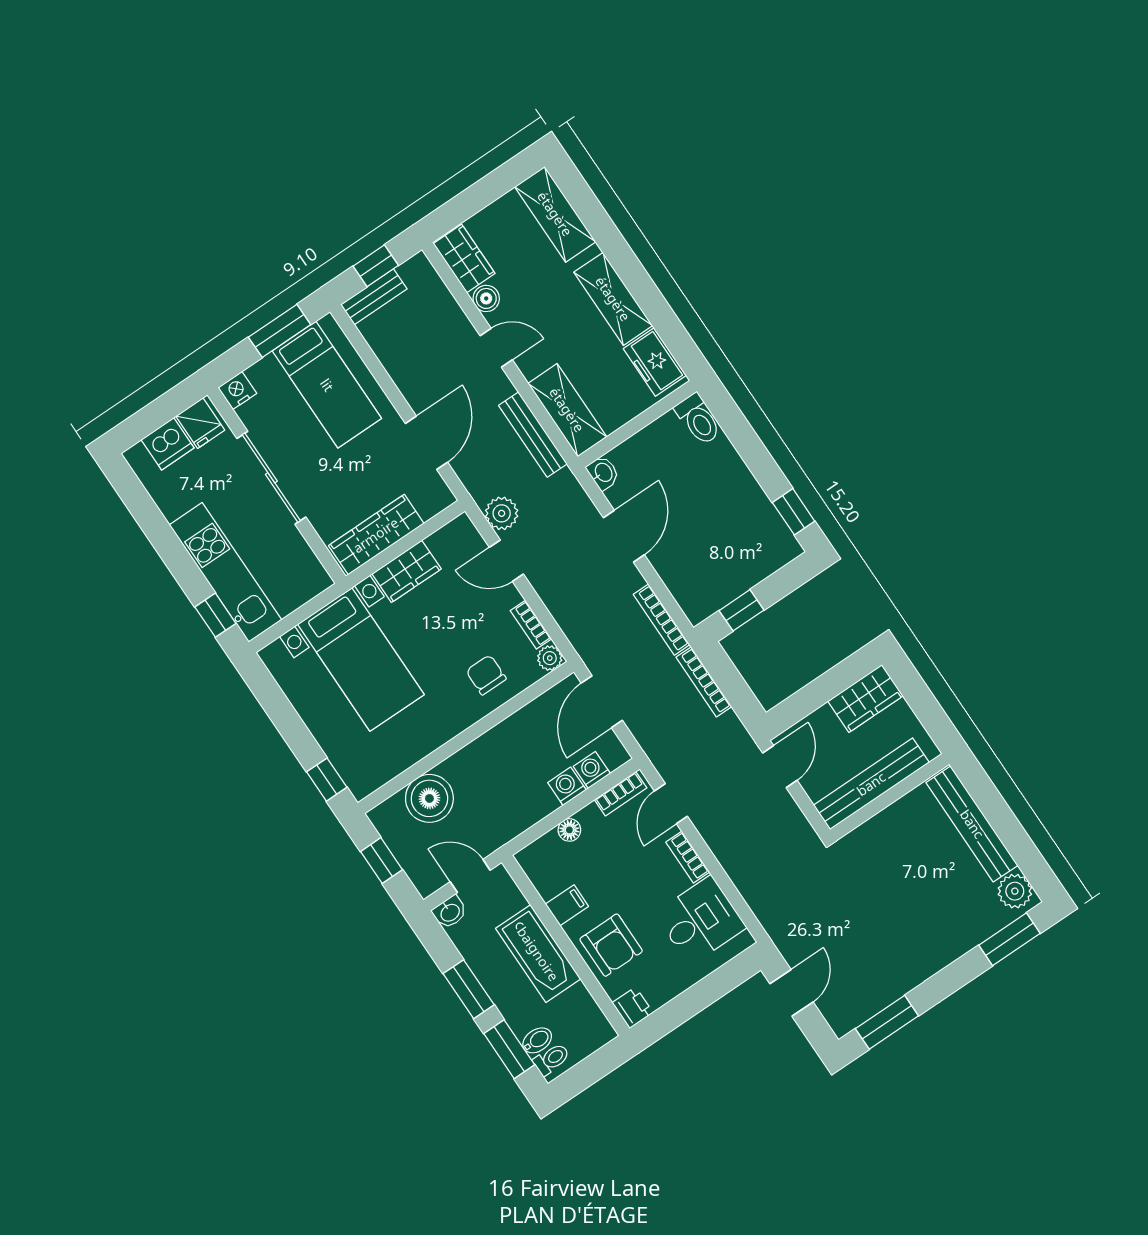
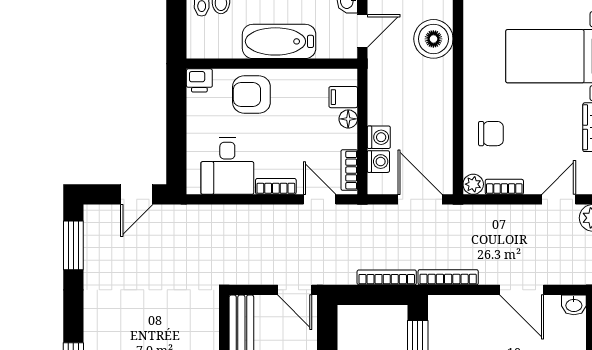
filing cabinet: (567, 905) -> (343, 97), moved, turned 90
door: (791, 993) -> (137, 194), hinge flipped

